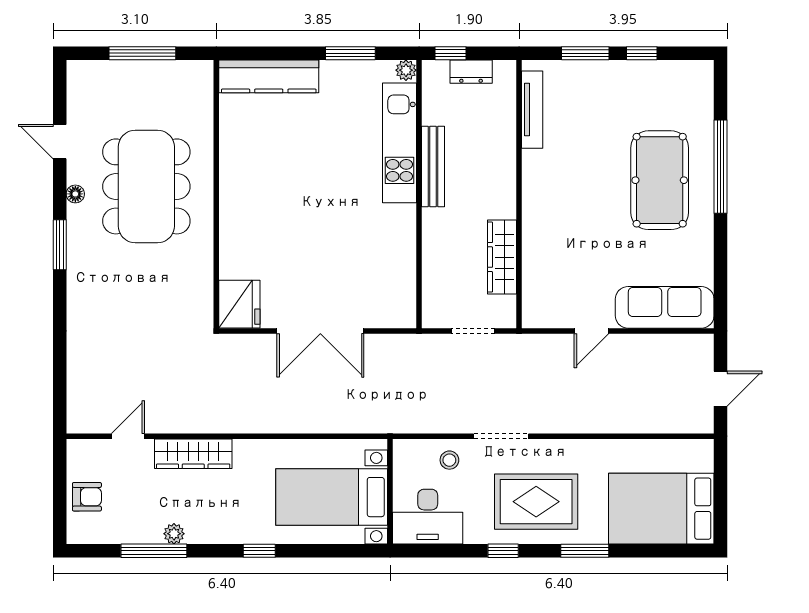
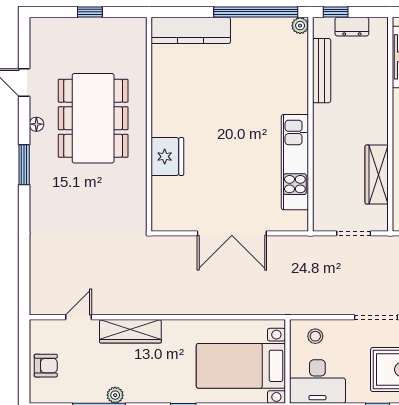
window: (142, 53) -> (90, 12), width x0.46
window: (350, 53) -> (256, 12), width x2.11
kitchen unit: (399, 143) -> (295, 162), moved
bench: (433, 167) -> (322, 71), moved
fridge: (239, 304) -> (167, 157), moved
stool: (449, 460) -> (315, 336), moved

